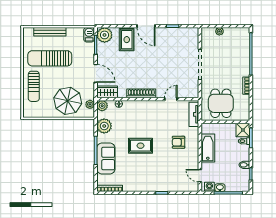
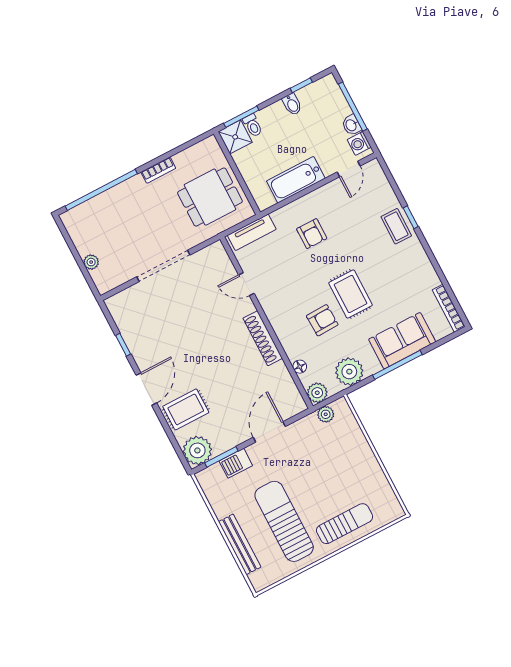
barbecue: (89, 35) -> (236, 463), moved
sun lounger: (50, 58) -> (284, 521), turned 180
wardrobe: (107, 92) -> (290, 397), removed
parasol: (68, 101) -> (339, 454), removed
armchair: (135, 126) -> (322, 320), added
coffee table: (161, 184) -> (396, 226), added

